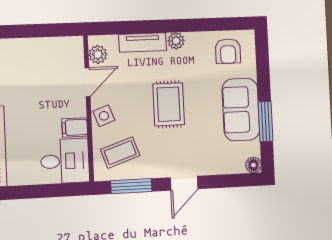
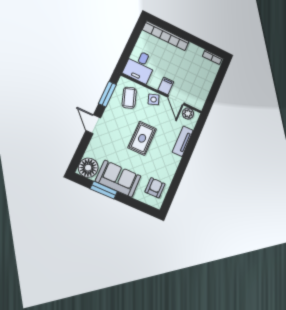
plant: (176, 41) -> (175, 160), removed
armchair: (228, 51) -> (155, 188), turned 90
rug: (169, 104) -> (142, 138), turned 90
filing cabinet: (75, 127) -> (166, 86), moved
floor lamp: (253, 165) -> (88, 168), width x1.89, depth x1.89

